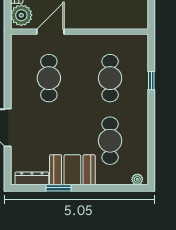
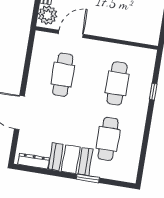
plant: (137, 179) -> (127, 177), removed
window: (58, 188) -> (88, 178), moved

